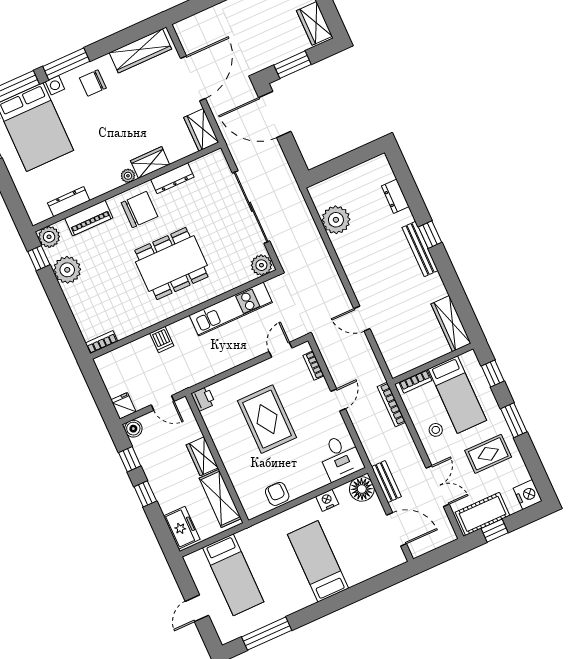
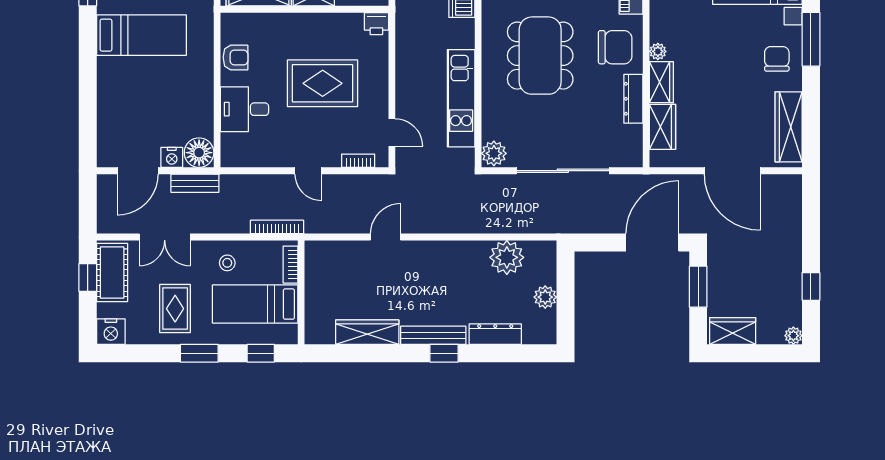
wardrobe: (201, 130) -> (662, 127), moved, turned 90
plant: (353, 177) -> (545, 297), added
dresser: (395, 196) -> (495, 334), width x1.44
chair: (139, 210) -> (615, 47), turned -90
wardrobe: (451, 324) -> (367, 332), moved
desk: (340, 457) -> (245, 109), moved
nightstand: (327, 500) -> (172, 157), moved, turned 90
bed: (318, 561) -> (141, 35), moved

